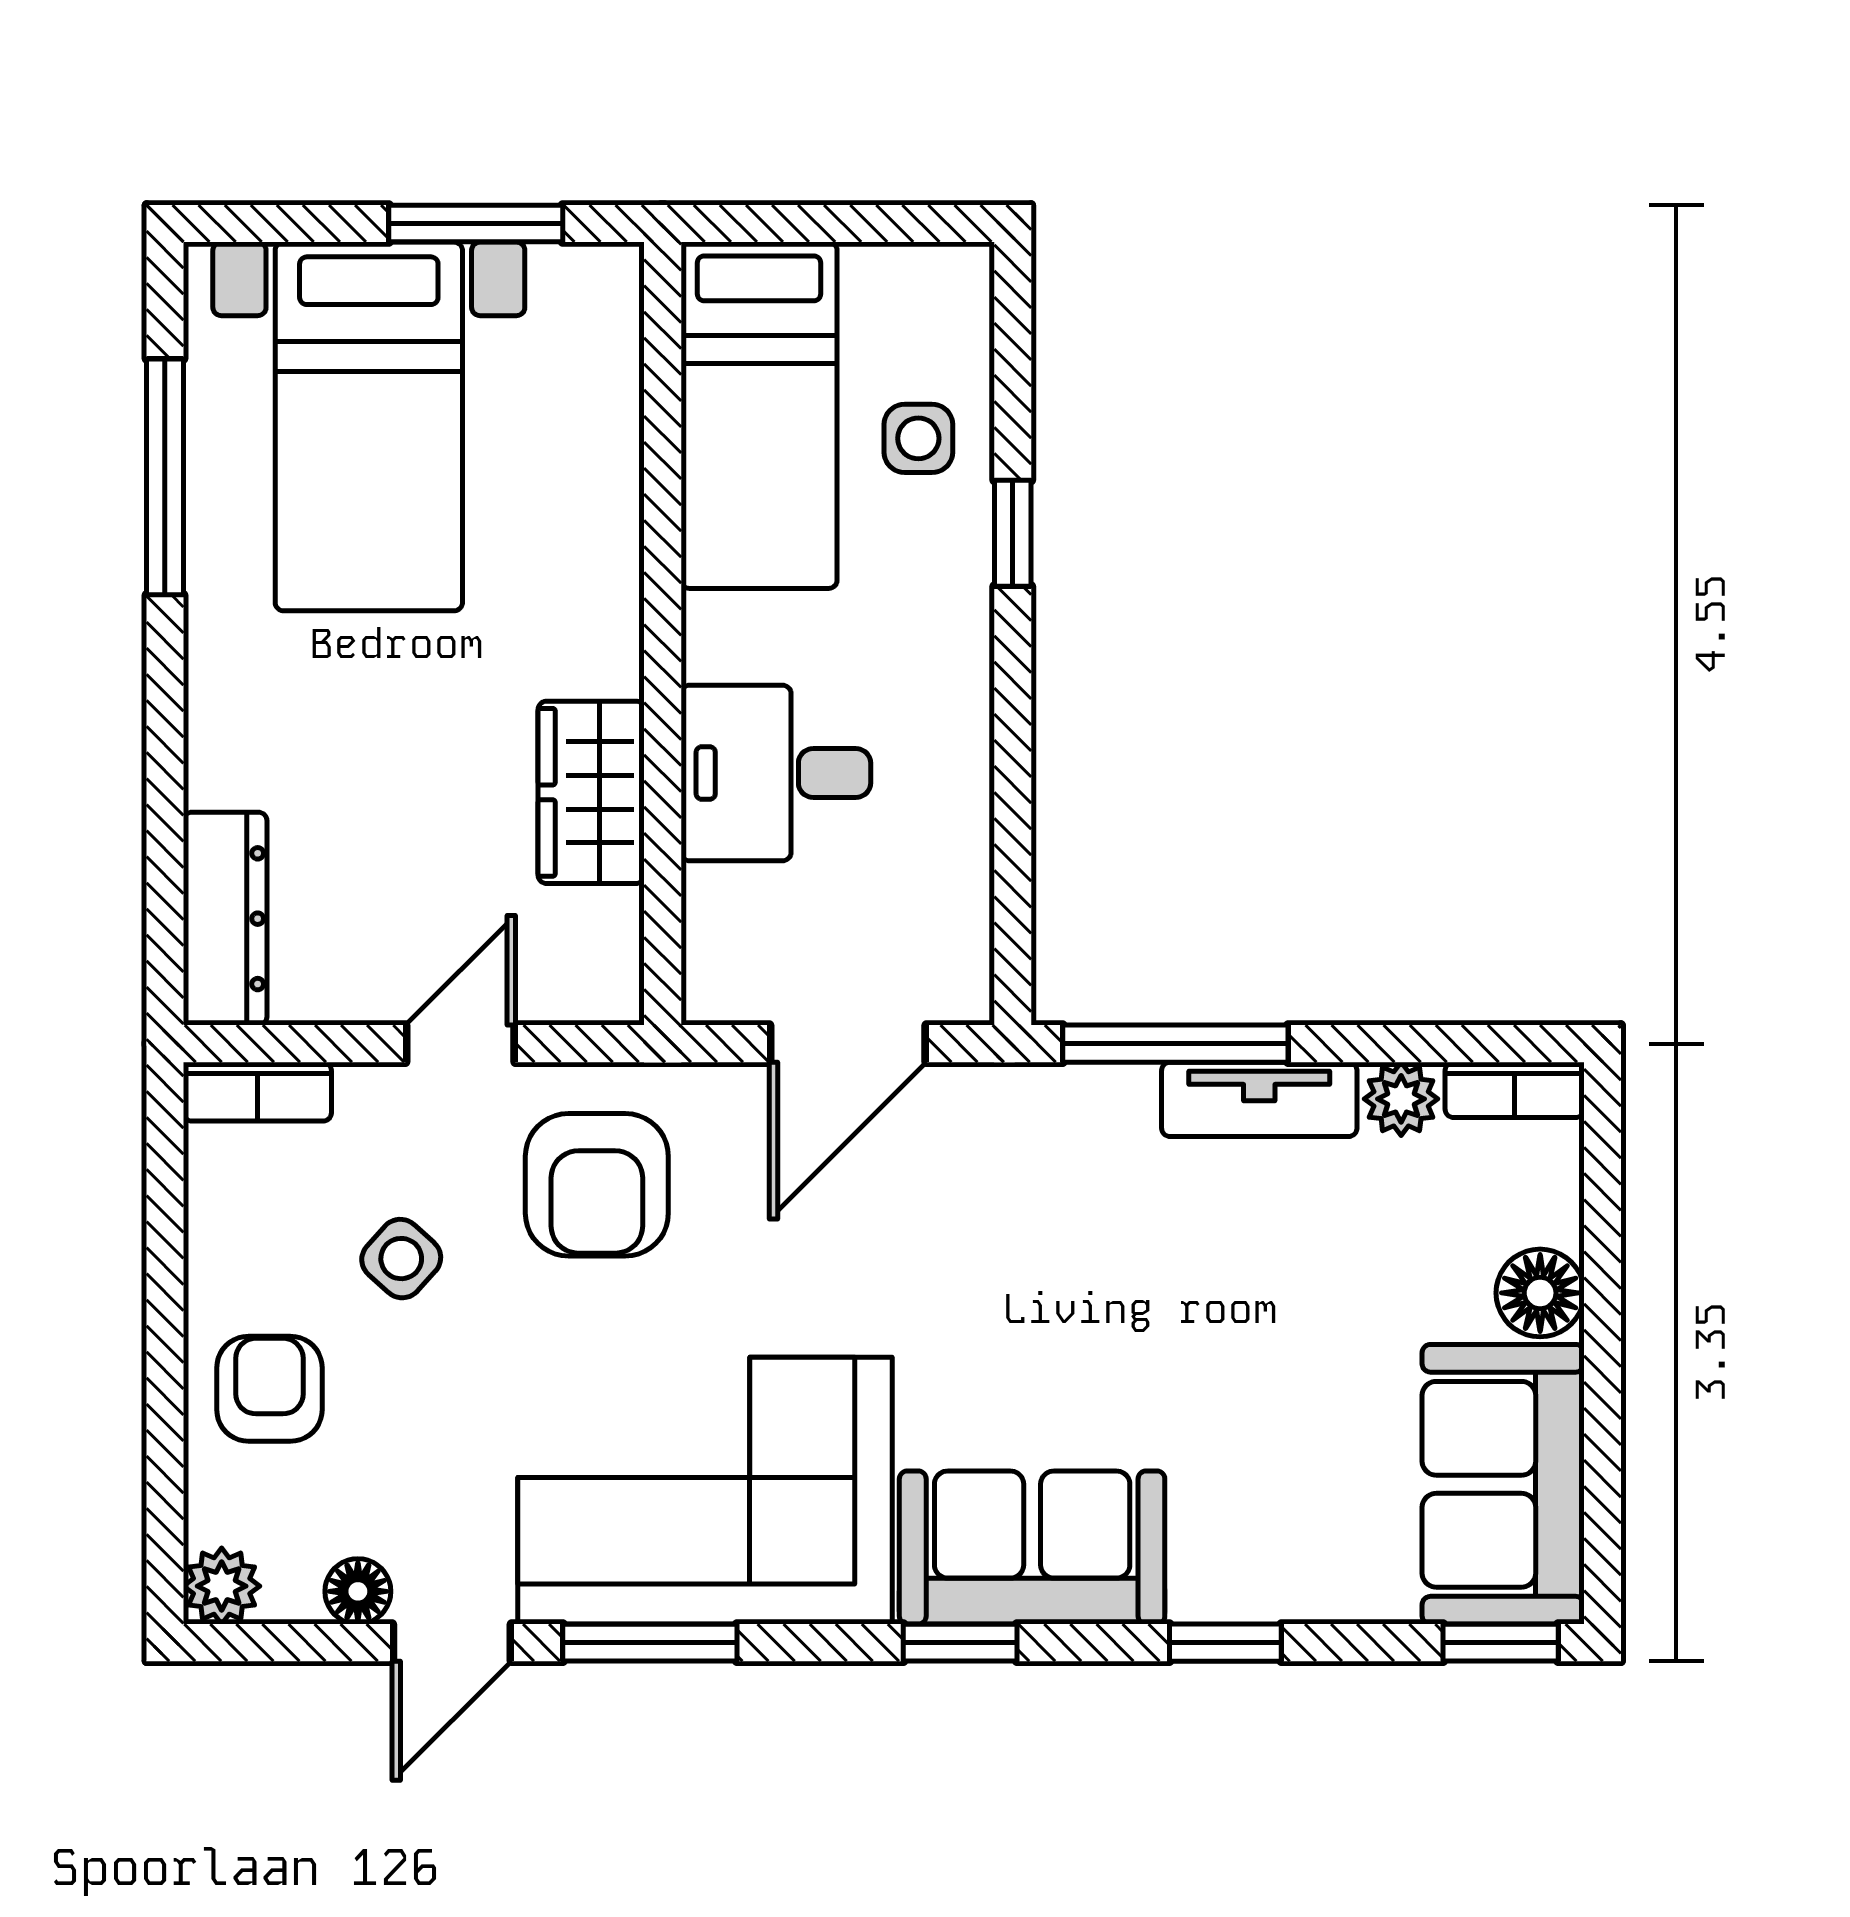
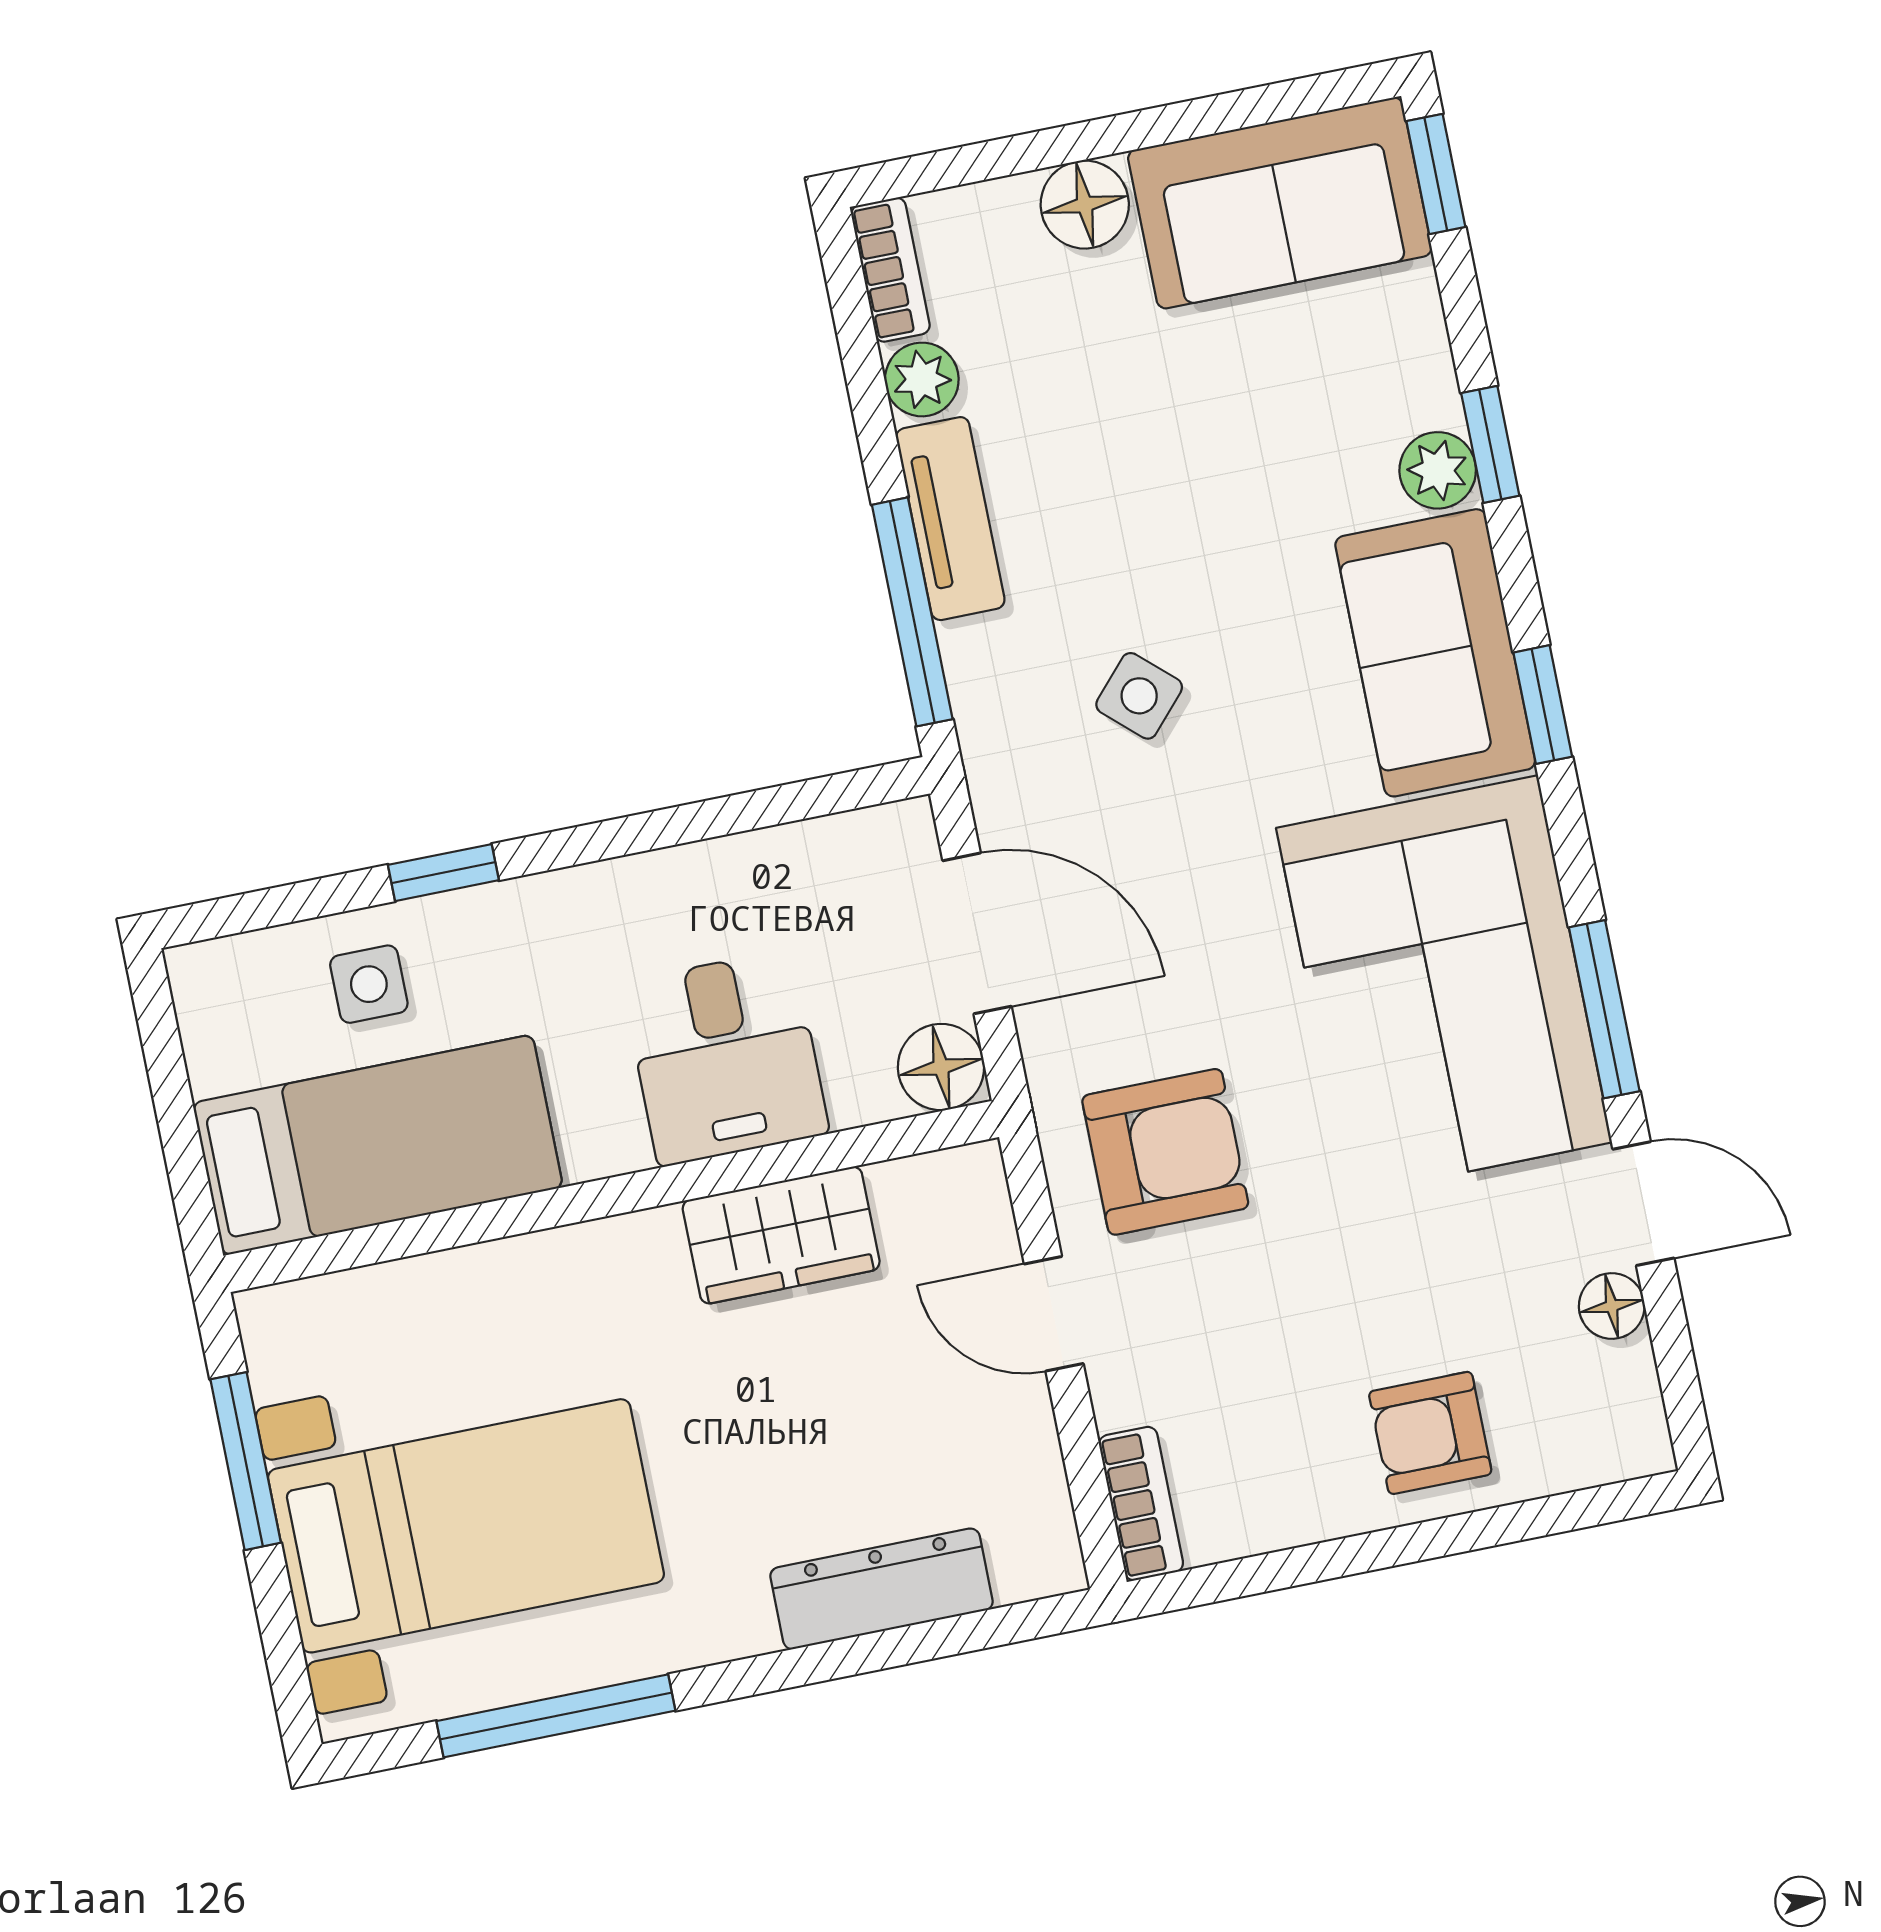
dresser: (225, 919) -> (882, 1589), moved
floor lamp: (724, 982) -> (941, 1067), added
side table: (401, 1259) -> (1139, 696), moved
plant: (222, 1586) -> (1438, 470), moved

